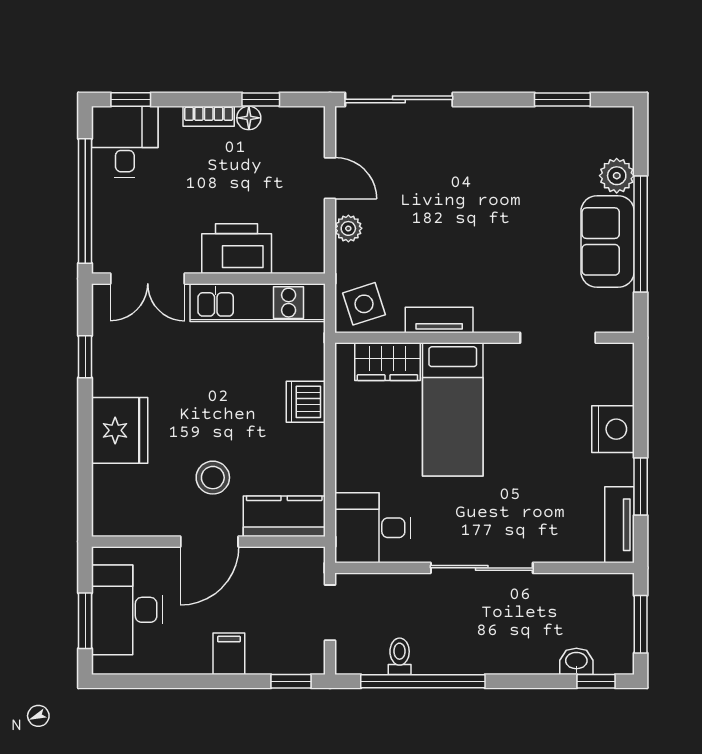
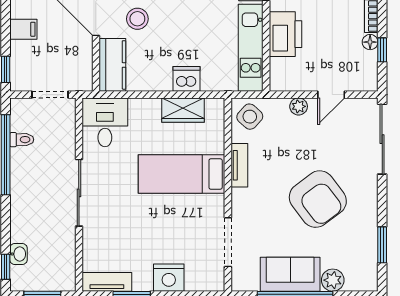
armchair: (491, 199) -> (318, 199), added
side table: (364, 304) -> (250, 117), turned -30
wardrobe: (387, 362) -> (183, 110), moved, turned -90

